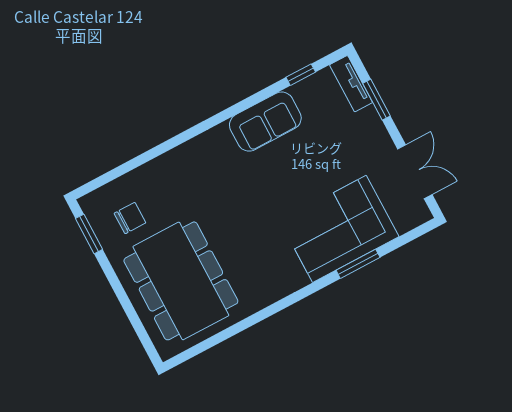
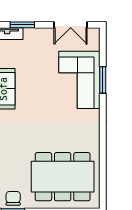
double door: (415, 172) -> (71, 25), swing flipped
chair: (130, 218) -> (13, 198), moved

